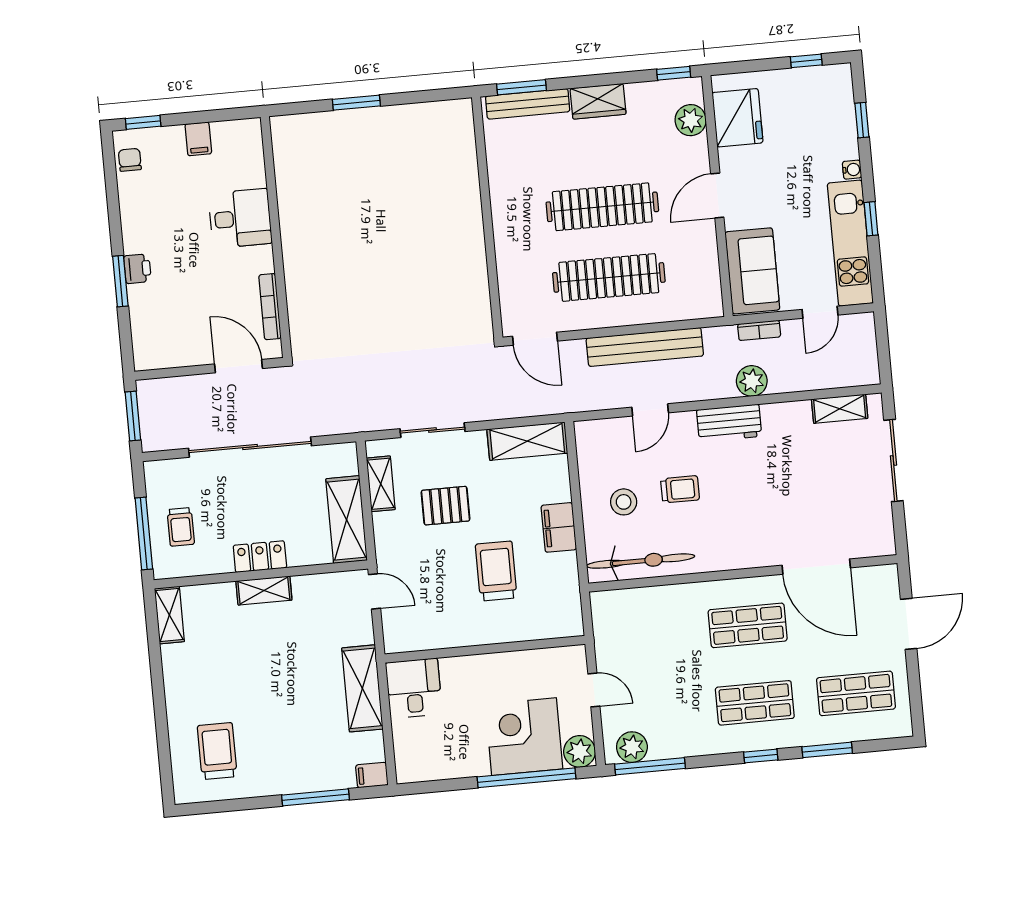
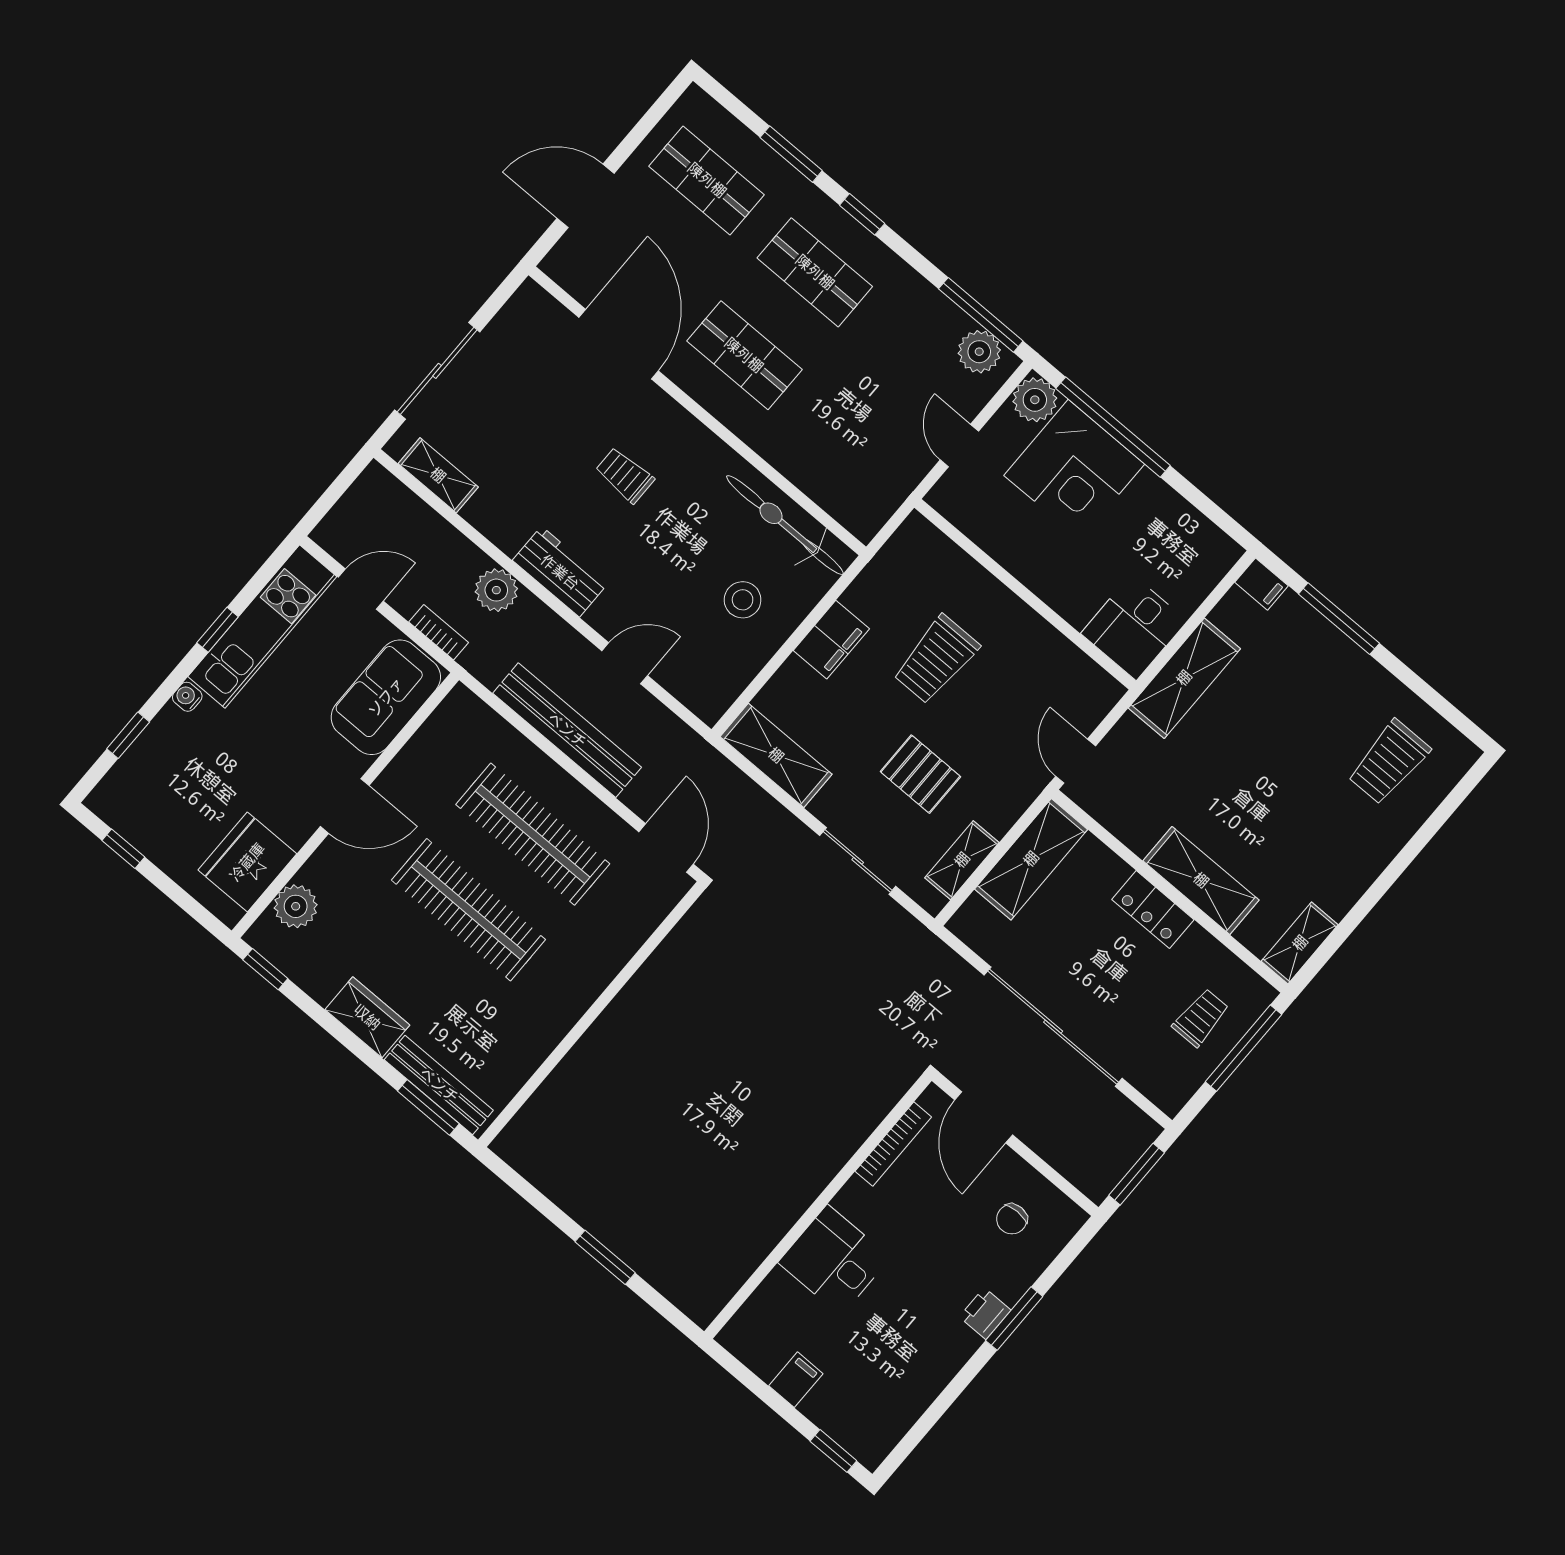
chair: (130, 160) -> (1012, 1219), moved
trolley: (680, 489) -> (625, 475), moved
shelving: (264, 590) -> (1201, 880), width x1.50, depth x1.33

